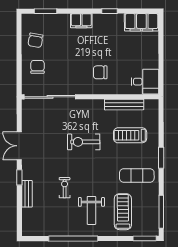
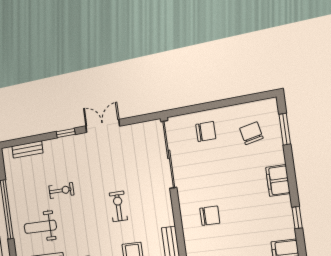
chair: (35, 40) -> (251, 133), moved, turned 68
chair: (100, 72) -> (210, 216), turned 90
exercise bike: (84, 142) -> (118, 206), width x0.73, depth x0.72
bench: (27, 194) -> (27, 150), moved

